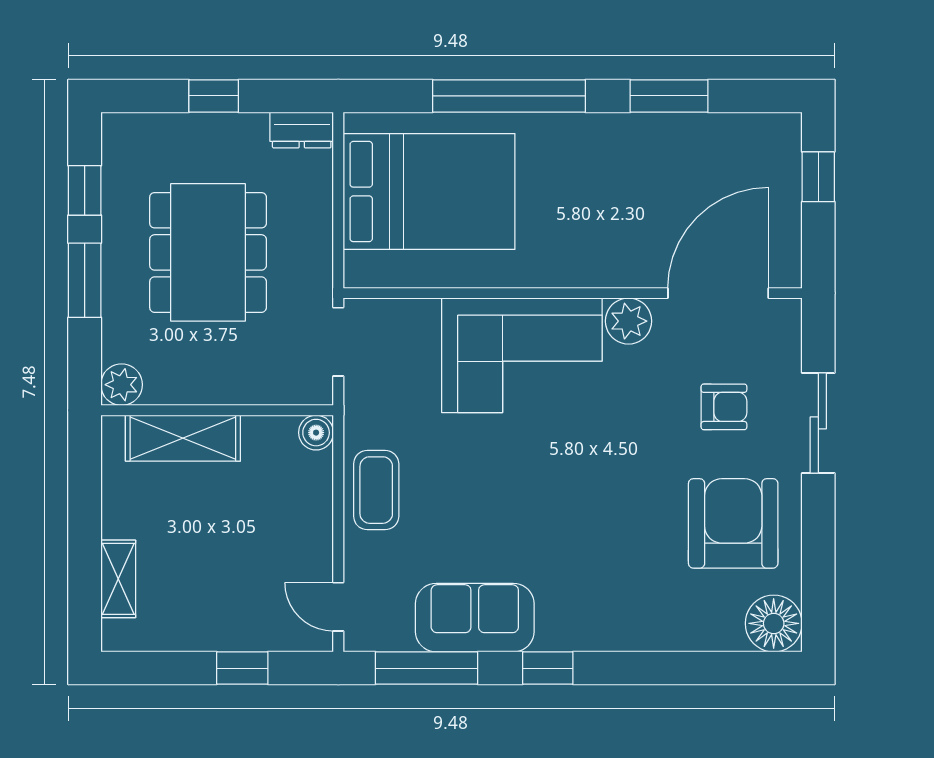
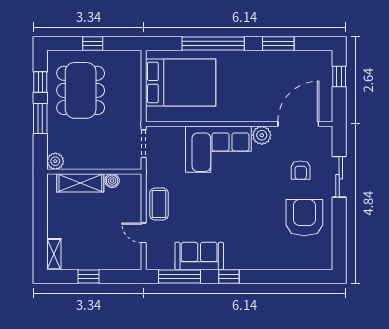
dresser: (302, 130) -> (129, 57), removed
dining table: (208, 252) -> (81, 90), moved
armchair: (724, 407) -> (301, 170), turned 90
boiler: (316, 433) -> (112, 181), moved
shelving: (118, 579) -> (54, 254), moved
door: (338, 607) -> (144, 233), moved
floor lamp: (774, 623) -> (321, 258), removed
window: (242, 668) -> (88, 277), moved

